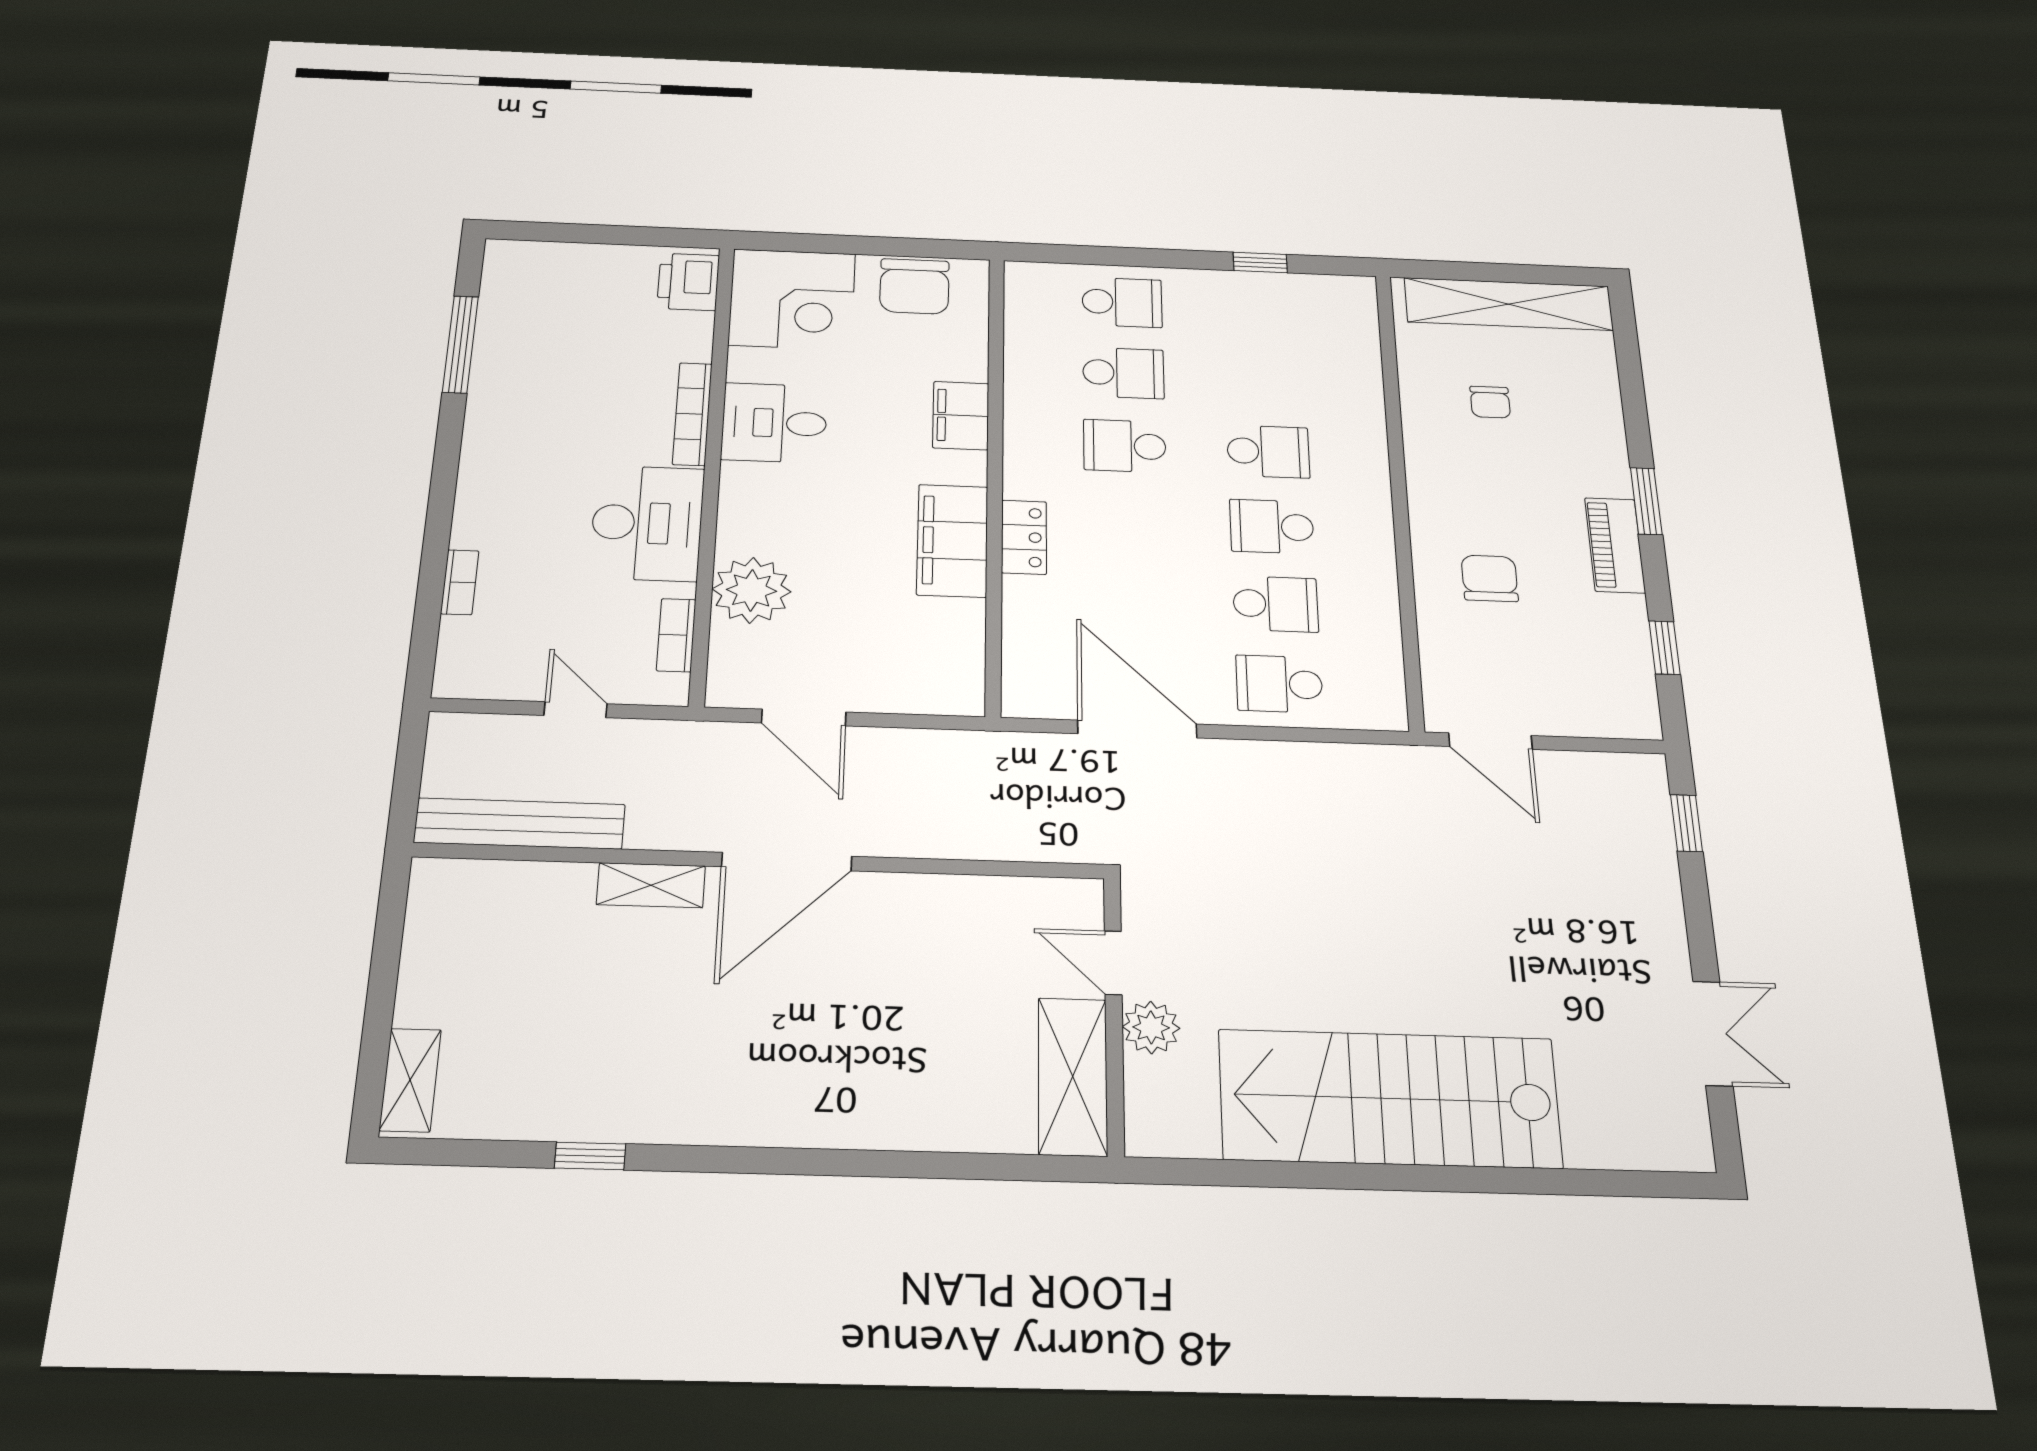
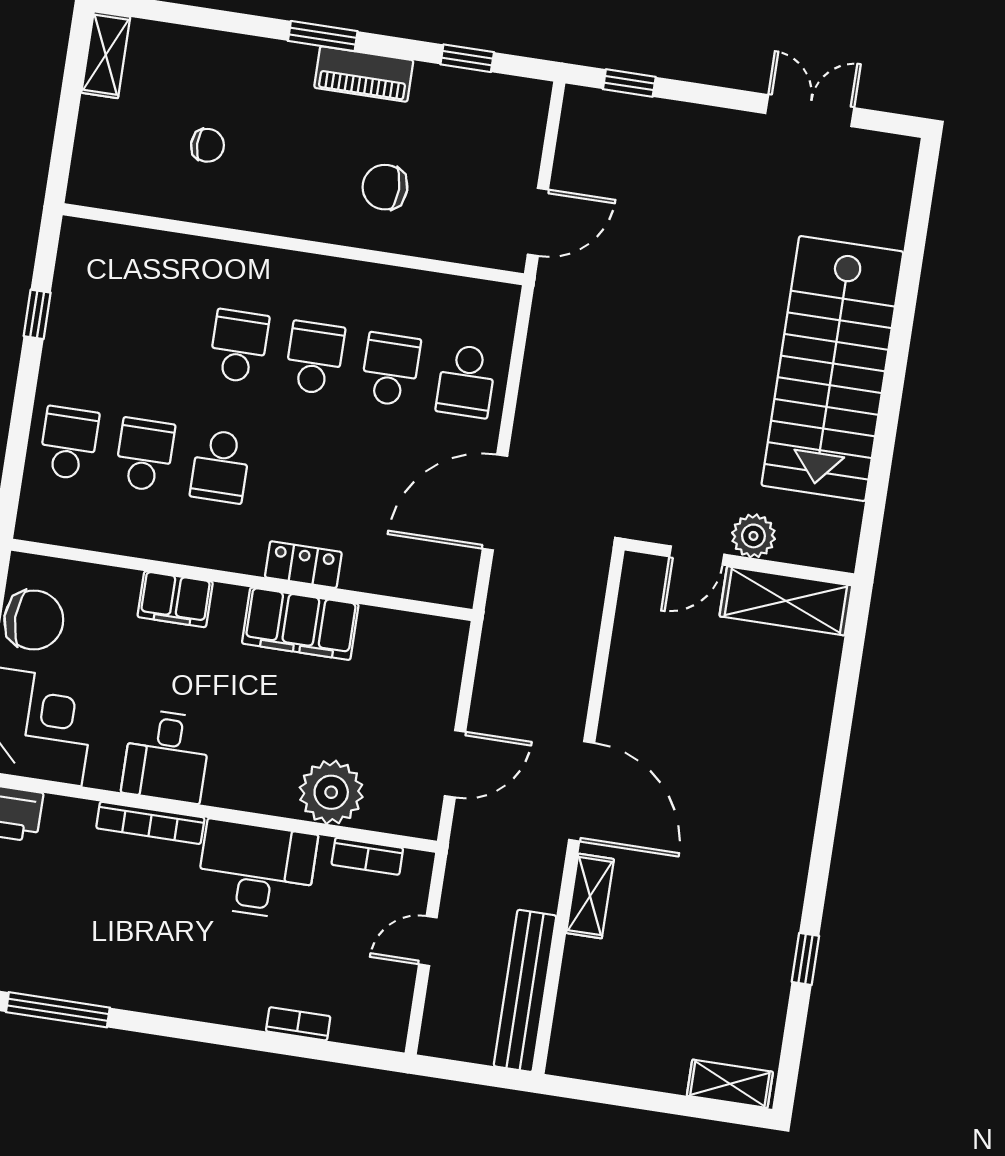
shelving: (1509, 304) -> (106, 55), width x0.45, depth x0.75
school desk: (1272, 527) -> (315, 358), turned 180

